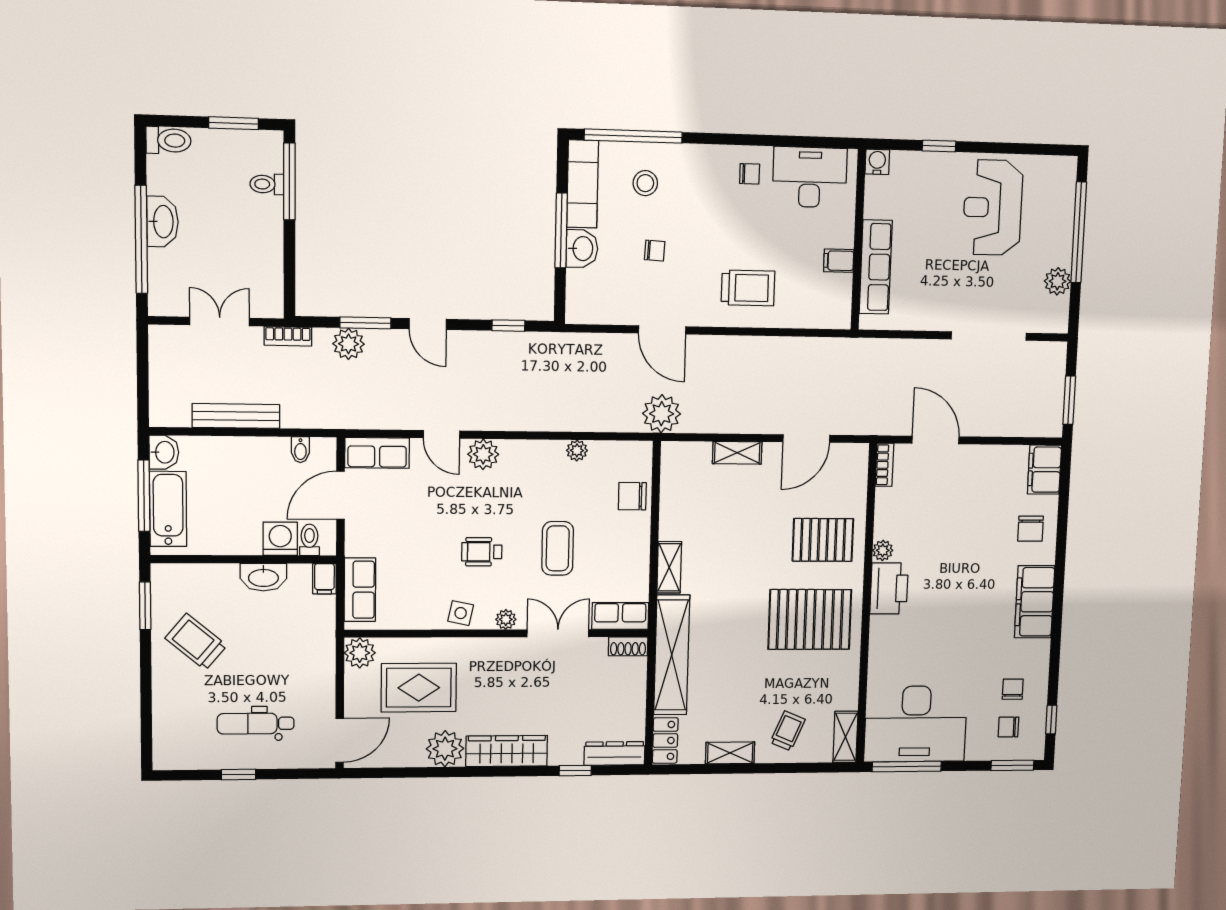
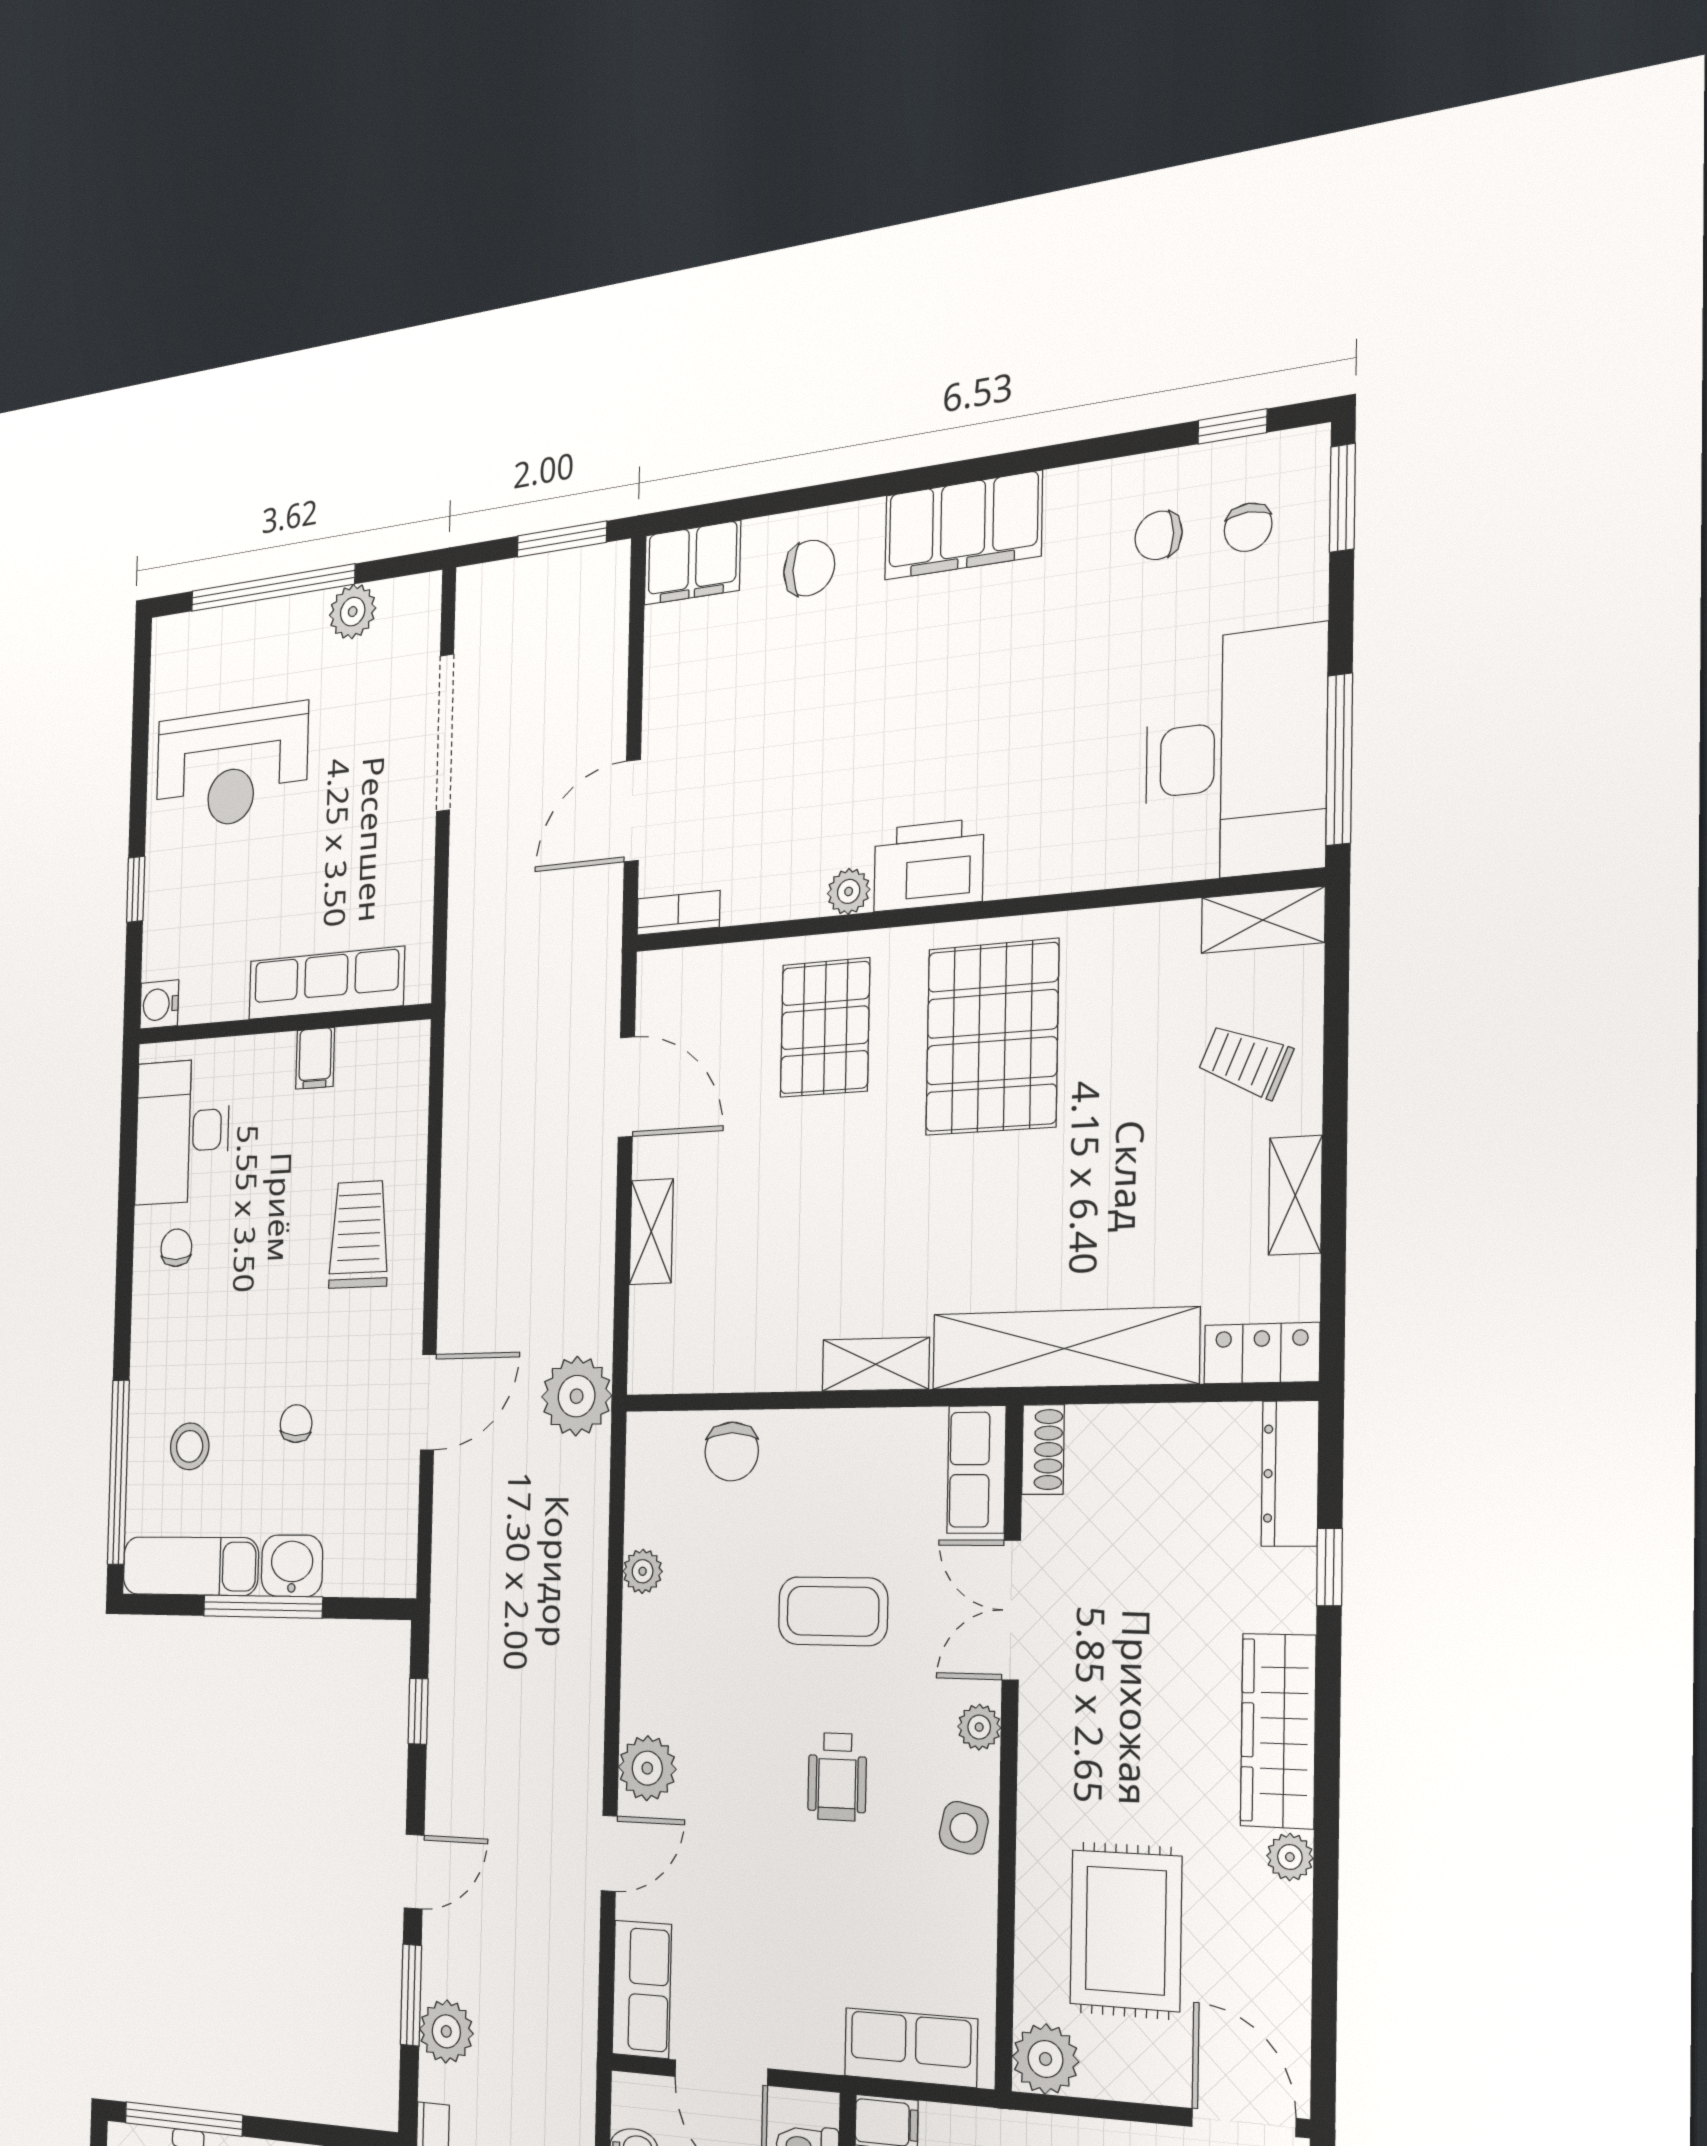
plant: (445, 749) -> (1290, 1857), width x0.53, depth x0.53

